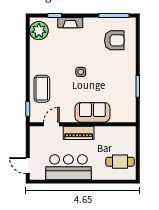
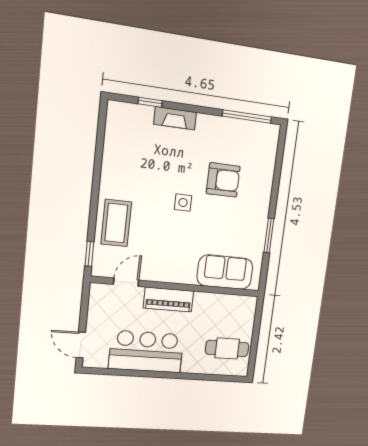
plant: (39, 31) -> (121, 125), removed
armchair: (114, 40) -> (223, 180), moved
sofa: (92, 112) -> (225, 272), moved

